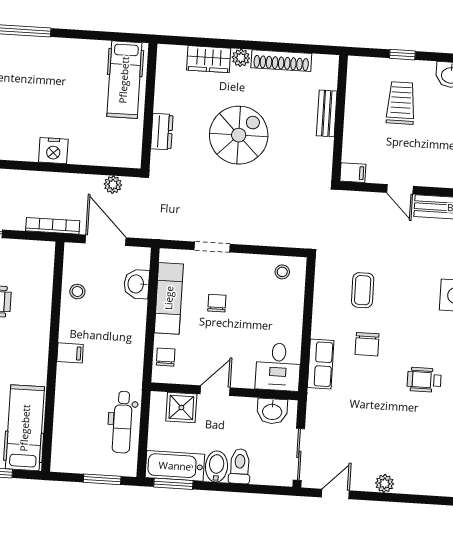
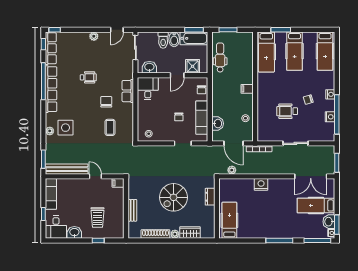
wheelchair: (424, 380) -> (88, 77), moved

